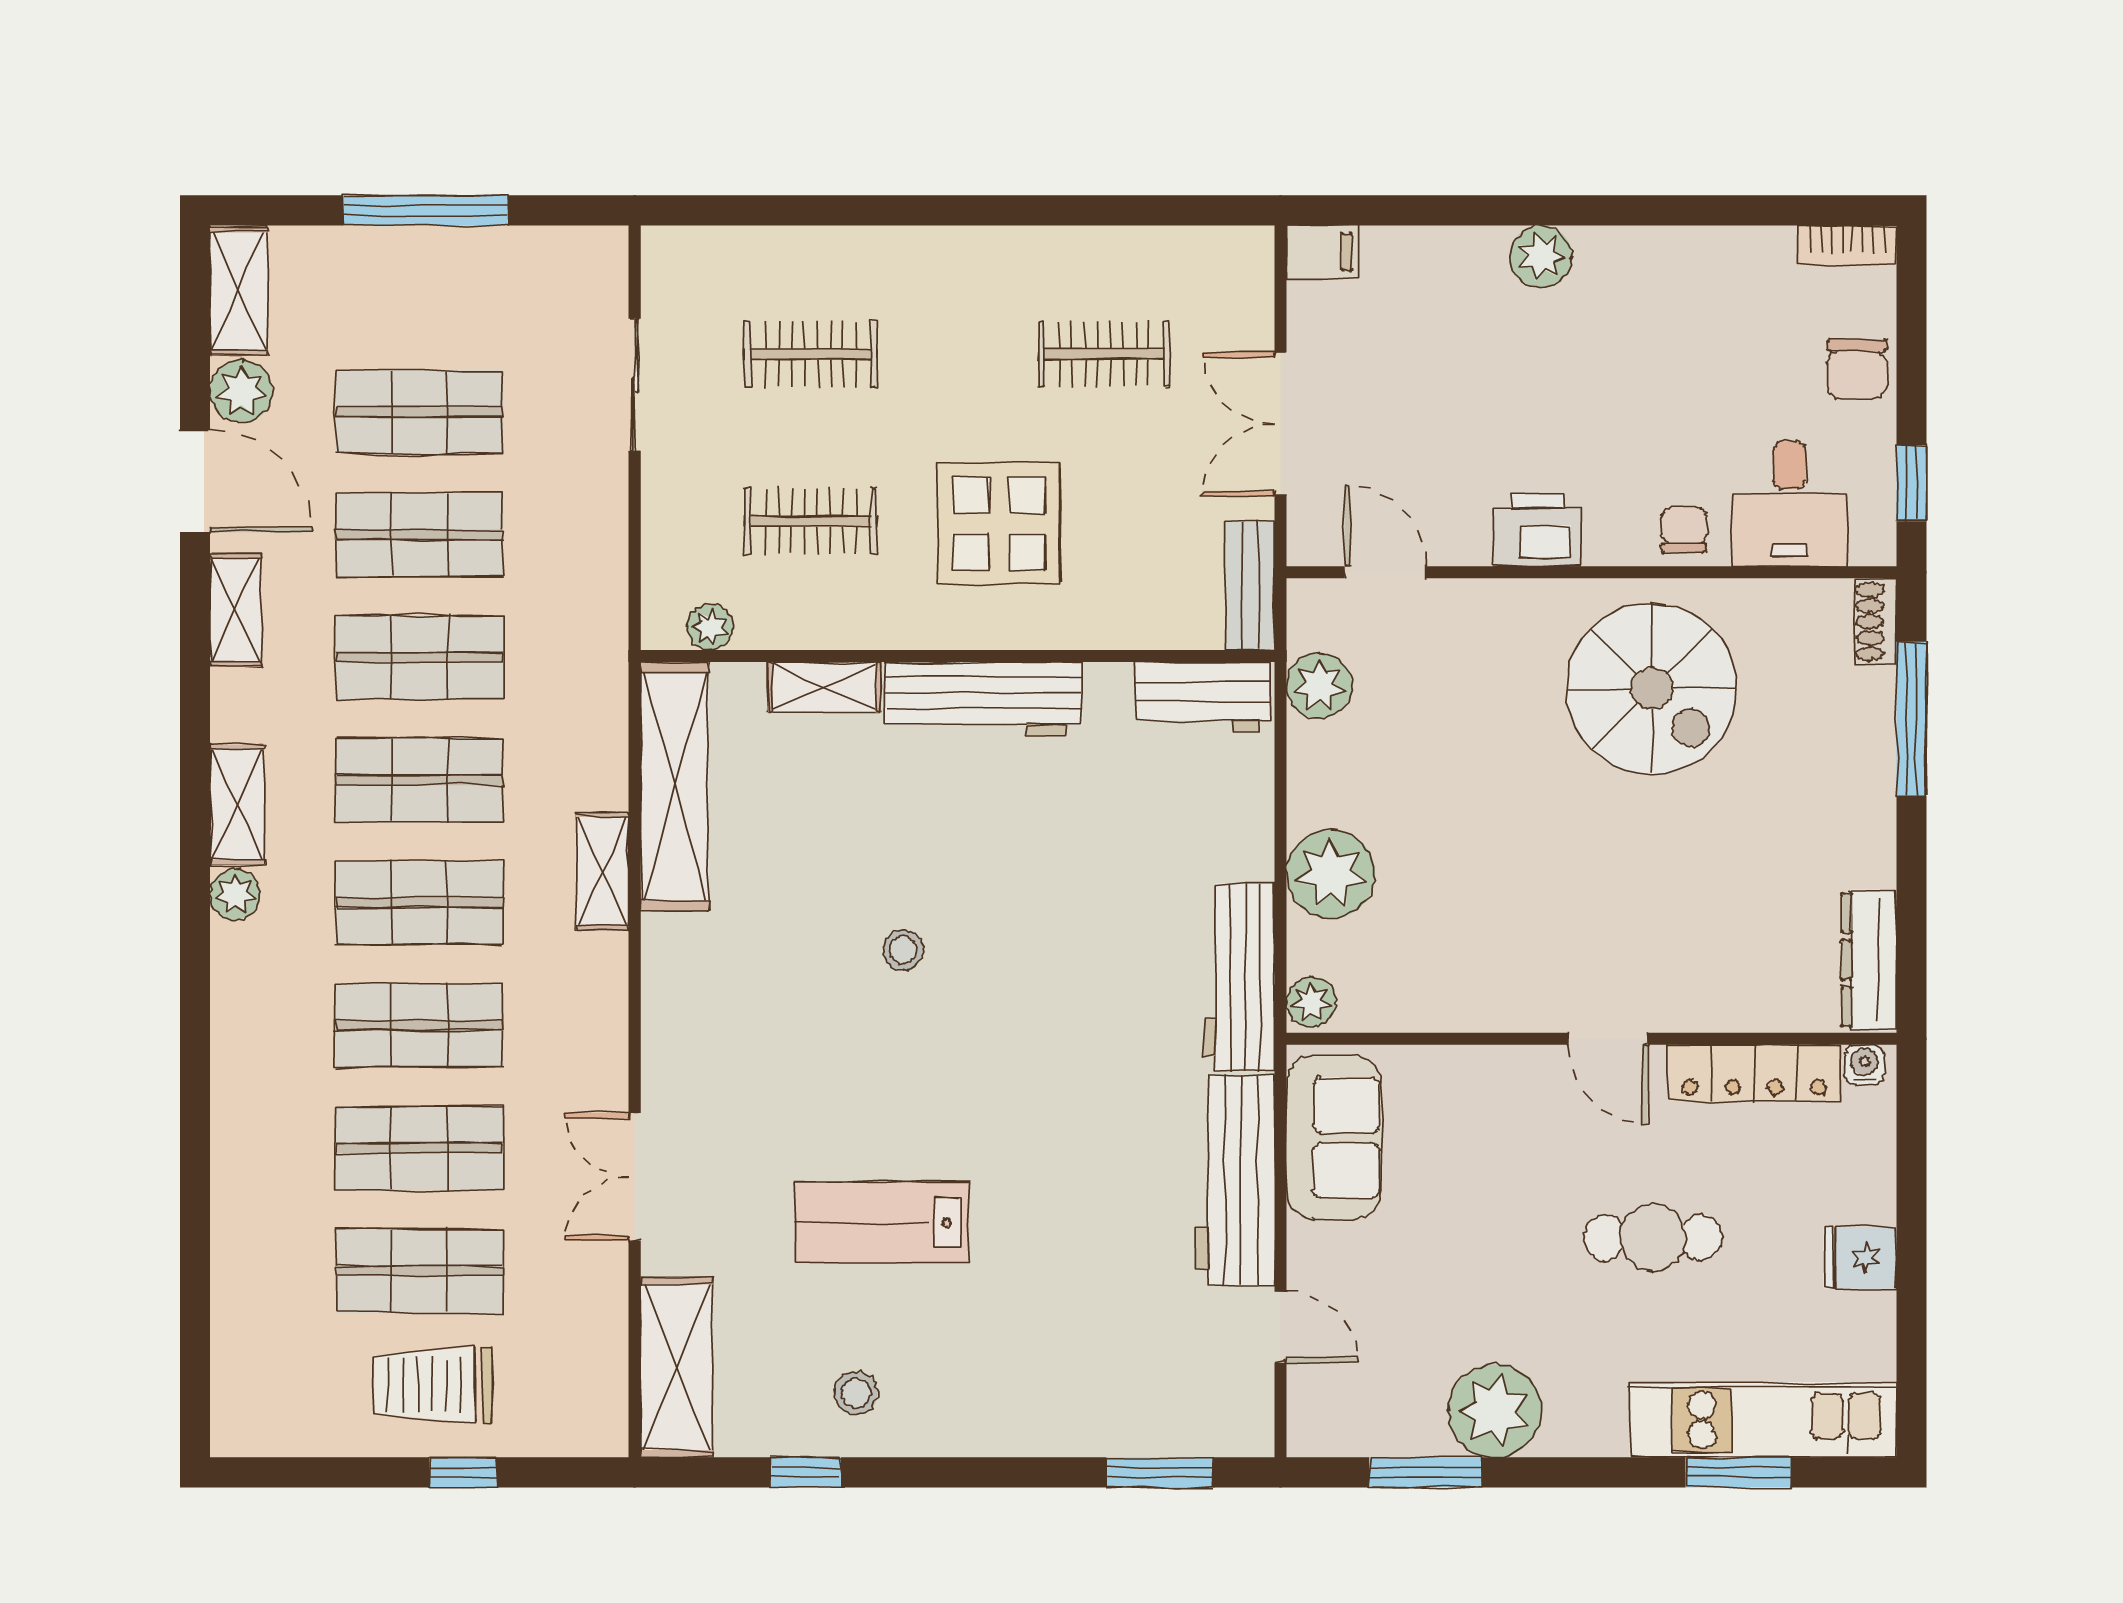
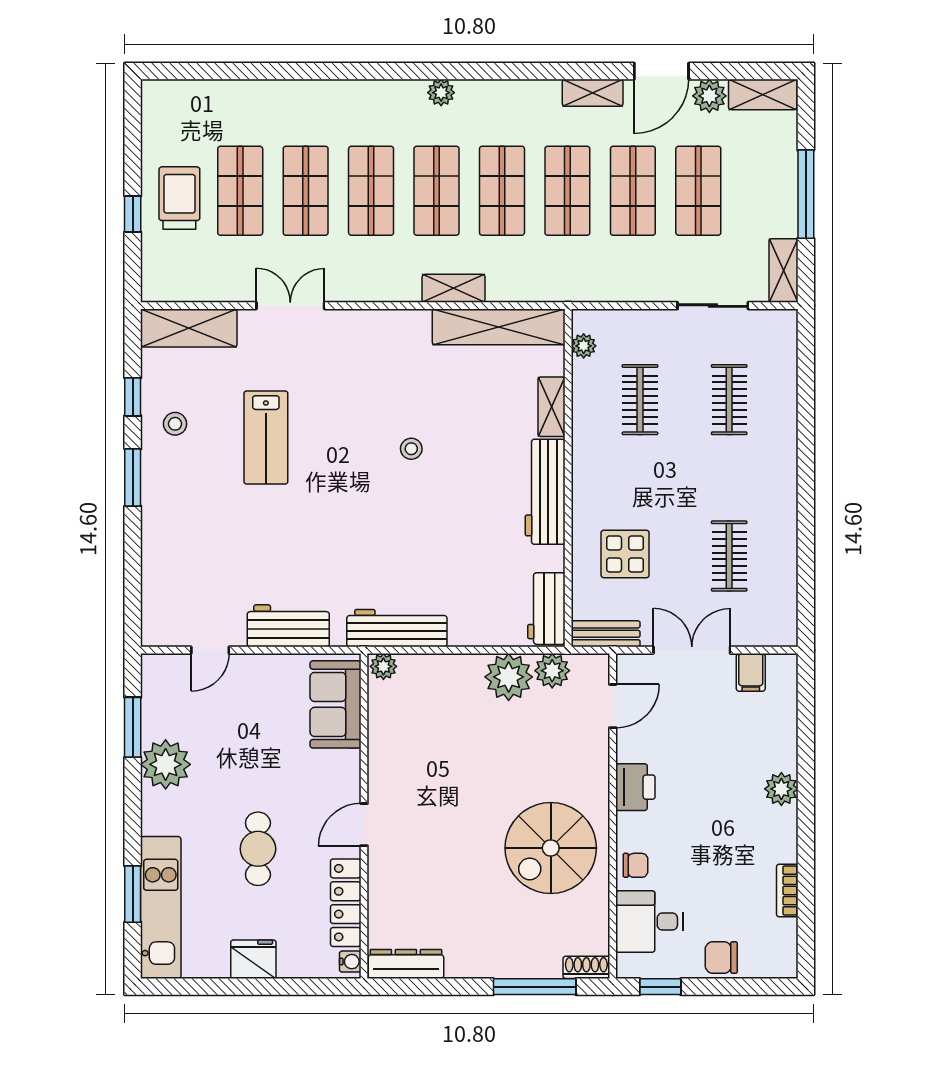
bookcase: (1847, 245) -> (787, 891), moved
filing cabinet: (1322, 252) -> (751, 672), moved
display table: (999, 523) -> (625, 554), moved, width x0.73, depth x0.73
shelving: (237, 804) -> (783, 270), moved, turned 90
plant: (1331, 874) -> (509, 677), moved
sofa: (1334, 1138) -> (336, 704), moved, turned 90
workbench: (1235, 1181) -> (288, 626), width x0.73
lab bench: (882, 1223) -> (266, 438), turned 180
fridge: (1860, 1258) -> (253, 959), width x1.38
window: (1160, 1472) -> (133, 477), moved

